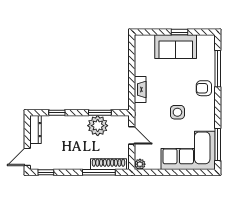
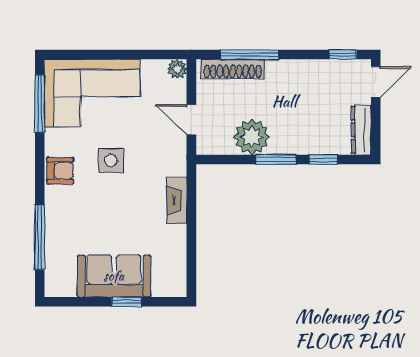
window: (180, 32) -> (127, 302), moved
armchair: (204, 88) -> (60, 171), moved
window: (100, 113) -> (276, 160), moved

